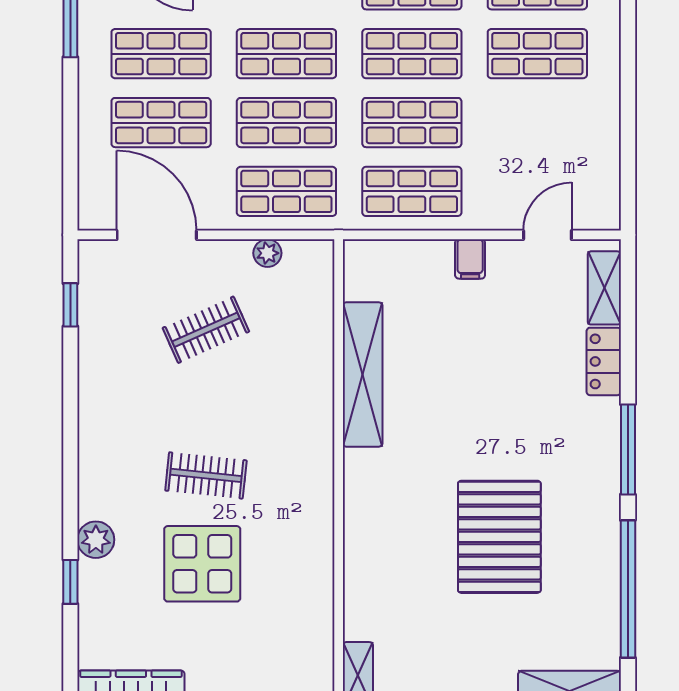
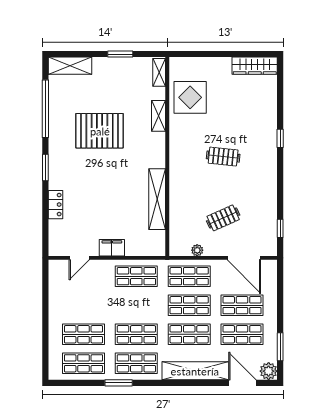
shop shelf: (412, 123) -> (136, 305), removed
filing cabinet: (470, 259) -> (112, 248), width x2.00
shelving: (604, 288) -> (158, 116), moved
window: (628, 449) -> (45, 167), width x0.69
pallet: (499, 537) -> (100, 131), turned 90
plant: (96, 540) -> (269, 129), removed
display table: (202, 564) -> (190, 97), moved
window: (70, 582) -> (280, 138), moved

